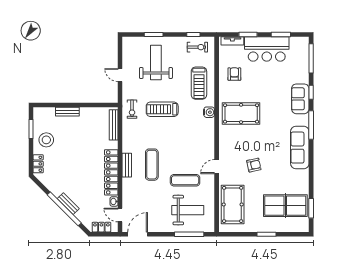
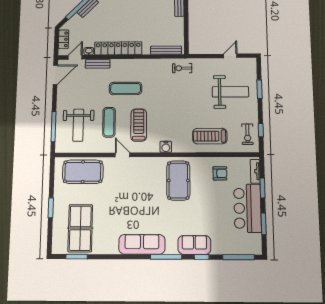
door: (120, 75) -> (230, 56), moved
treadmill: (162, 109) -> (139, 125), moved
water cooler: (209, 112) -> (166, 147), moved
bench: (127, 165) -> (98, 64), moved
armchair: (254, 165) -> (124, 194), removed
door: (138, 234) -> (55, 75), hinge flipped

